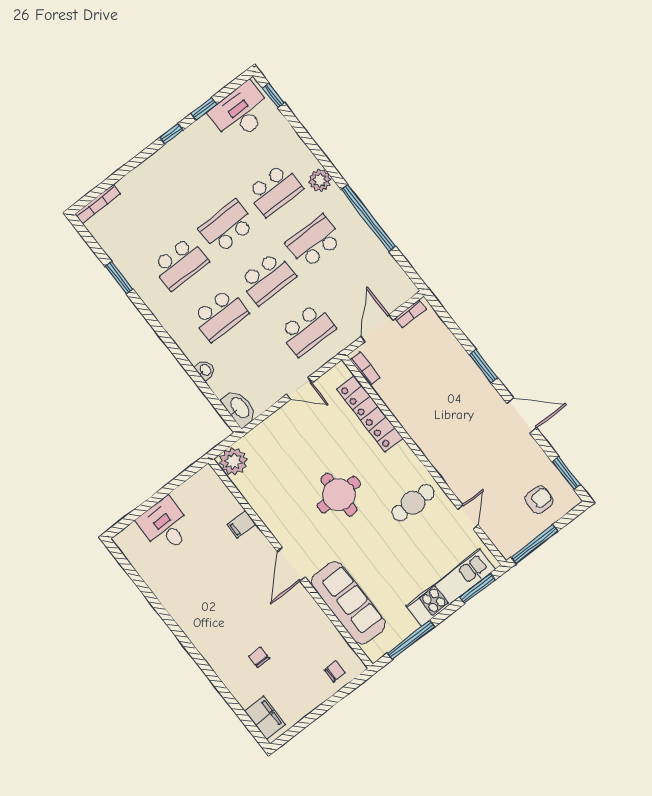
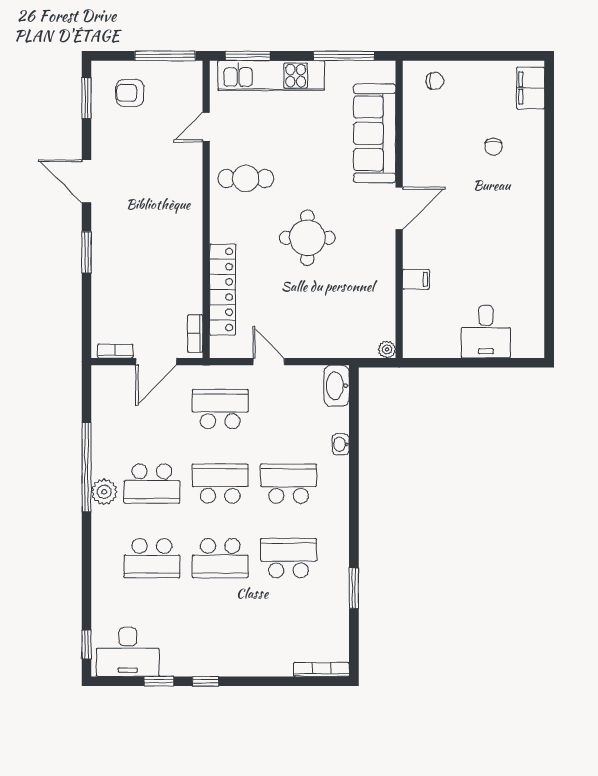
plant: (320, 180) -> (104, 492), moved
school desk: (275, 190) -> (152, 558), turned 180
plant: (233, 461) -> (387, 349), width x0.53, depth x0.53
chair: (335, 671) -> (435, 81), turned 180

